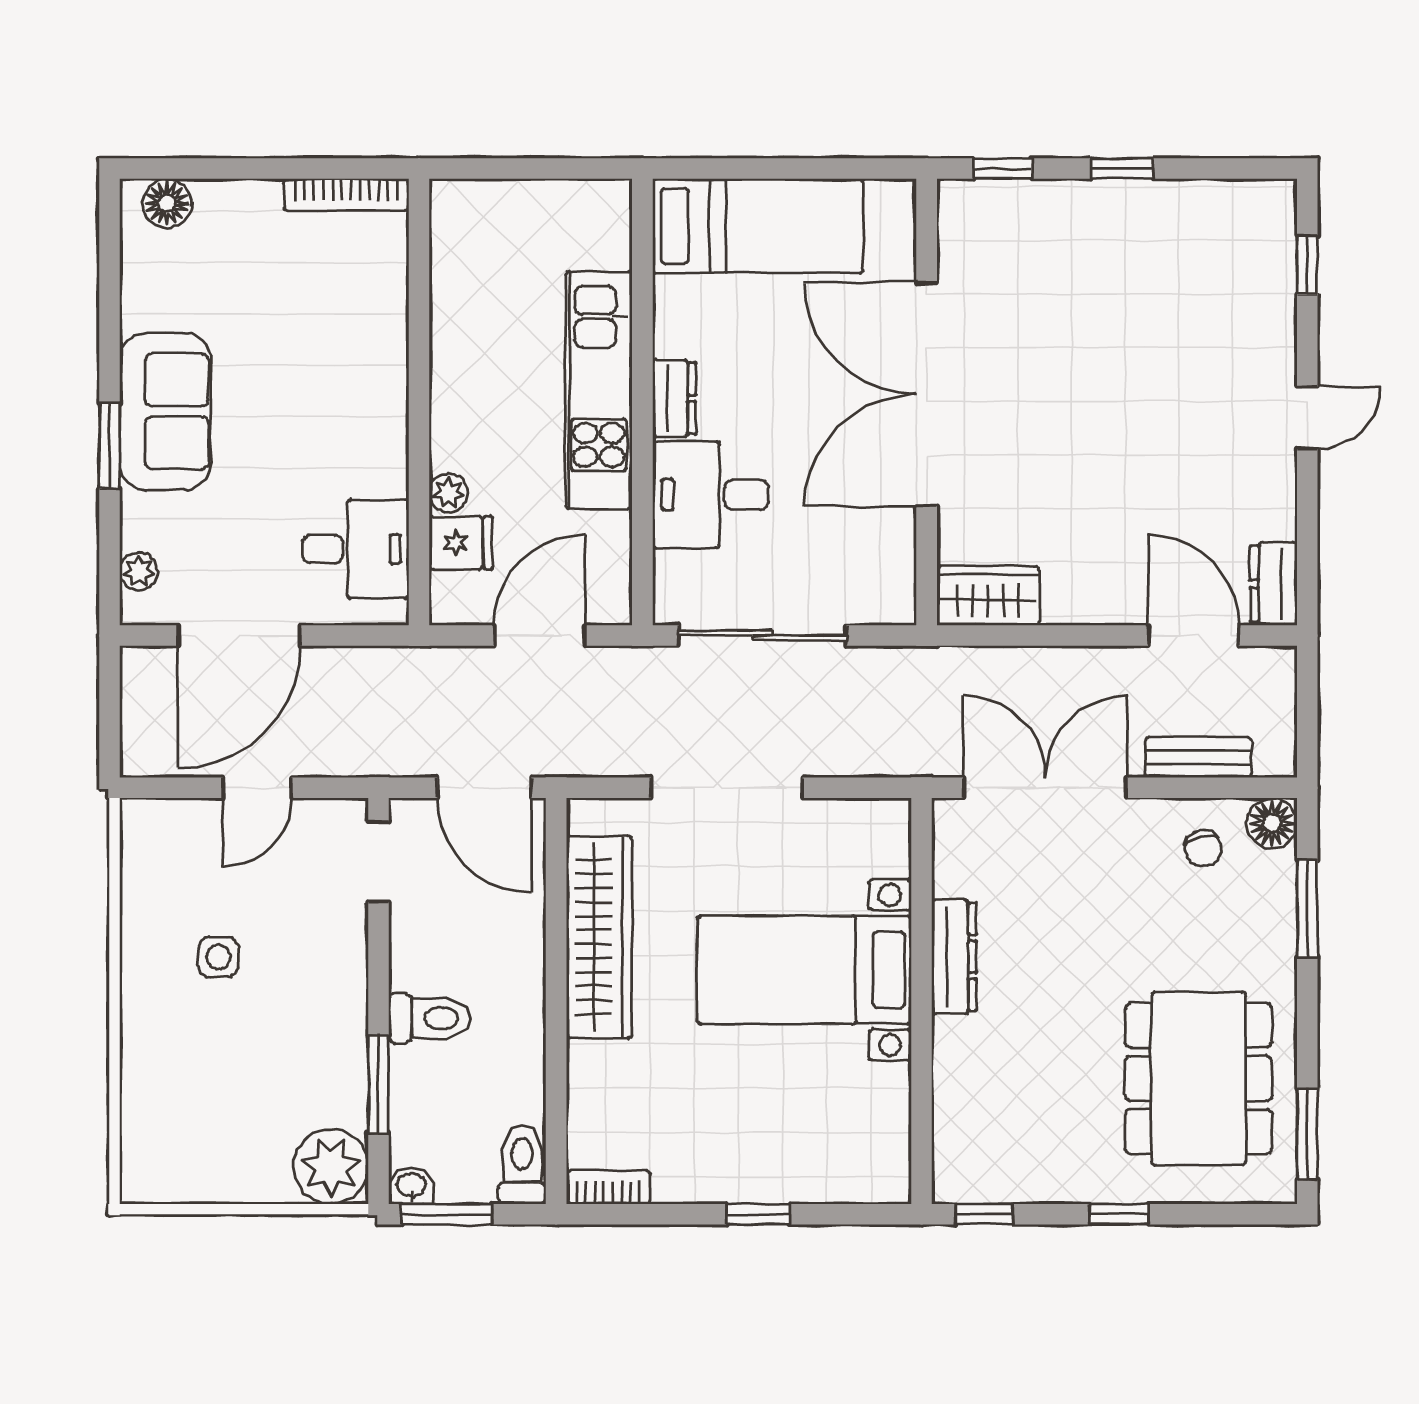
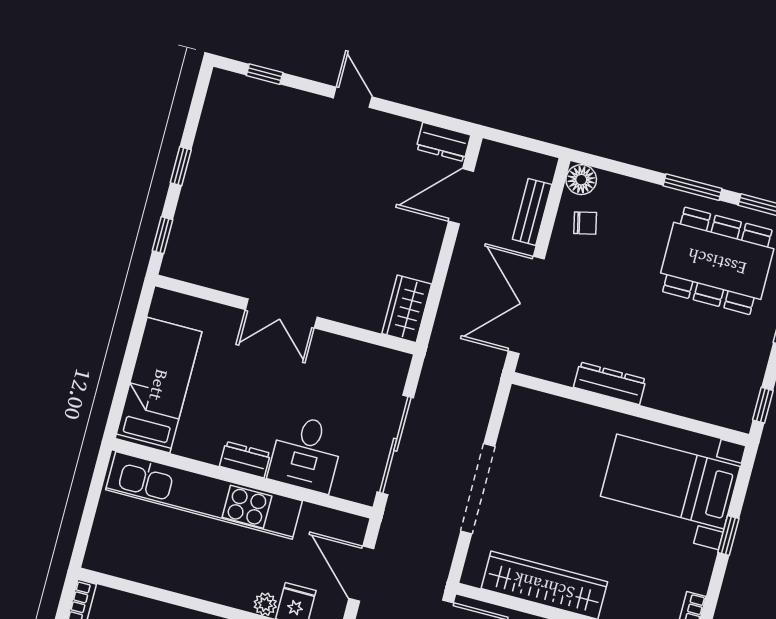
kitchen unit: (599, 390) -> (204, 495), width x1.36
double door: (927, 394) -> (281, 313), width x0.54
window: (1307, 909) -> (693, 187), moved
bed with nightstands: (804, 970) -> (670, 481), moved, turned 90

